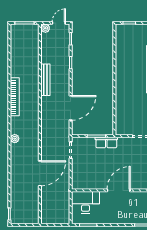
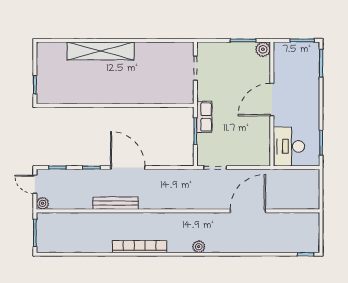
door: (71, 108) -> (128, 168), moved
door: (40, 173) -> (248, 211), hinge flipped
door: (119, 190) -> (272, 100), hinge flipped

